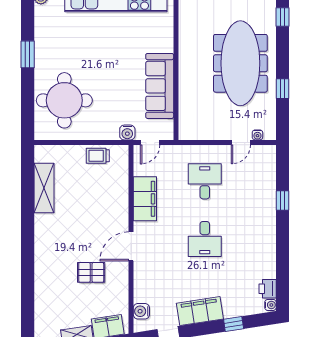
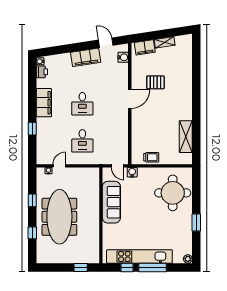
window: (283, 17) -> (32, 233), moved
door: (150, 142) -> (118, 166), swing flipped
filing cabinet: (145, 199) -> (44, 103), moved, turned 180
desk: (205, 239) -> (82, 104), turned 180
window: (234, 324) -> (64, 49), removed

